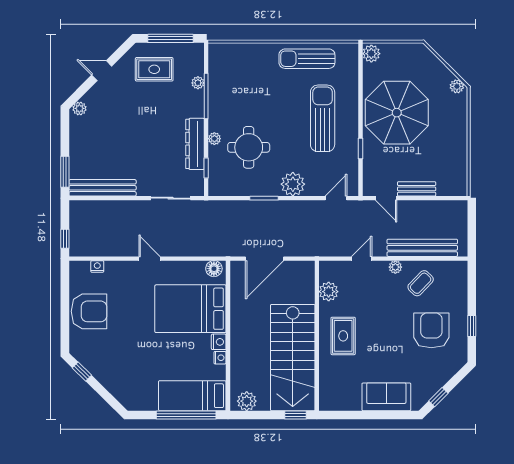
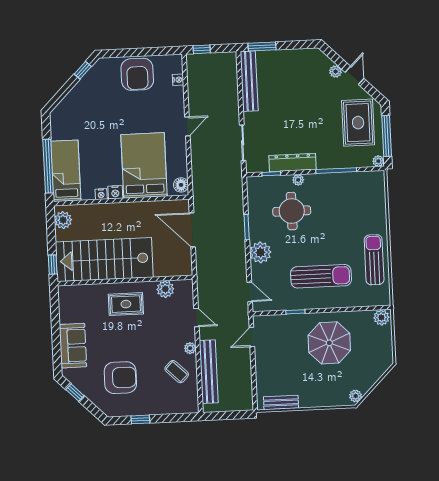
rug: (154, 69) -> (358, 123), width x1.36, depth x1.43
plant: (198, 83) -> (378, 161), moved
plant: (79, 108) -> (335, 71), moved
parasol: (397, 113) -> (329, 343), width x0.73, depth x0.73
bench: (417, 189) -> (281, 402), moved, turned 90
armchair: (431, 330) -> (120, 378), moved

